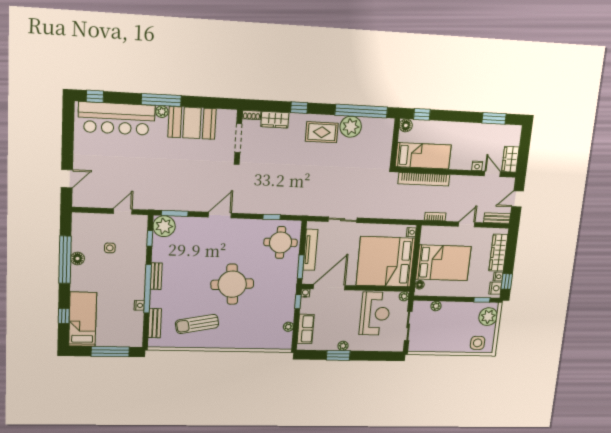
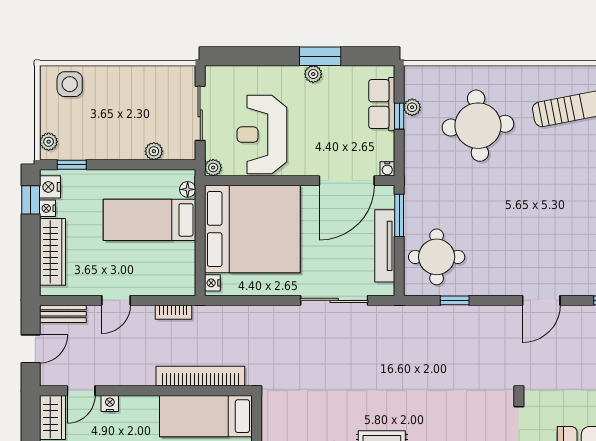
door: (492, 174) -> (81, 391), hinge flipped
sliding door: (343, 220) -> (334, 300), width x1.37
bed: (443, 263) -> (150, 220), width x0.67
round table: (232, 284) -> (478, 126), moved
window: (298, 302) -> (399, 116), moved
plant: (488, 317) -> (49, 142), width x0.53, depth x0.53

